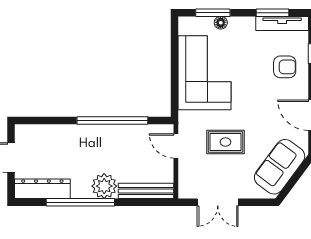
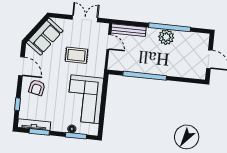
armchair: (285, 67) -> (37, 88), moved, turned -78
door: (176, 146) -> (109, 42), moved
plant: (104, 186) -> (166, 37), moved
dresser: (42, 189) -> (192, 38), removed

